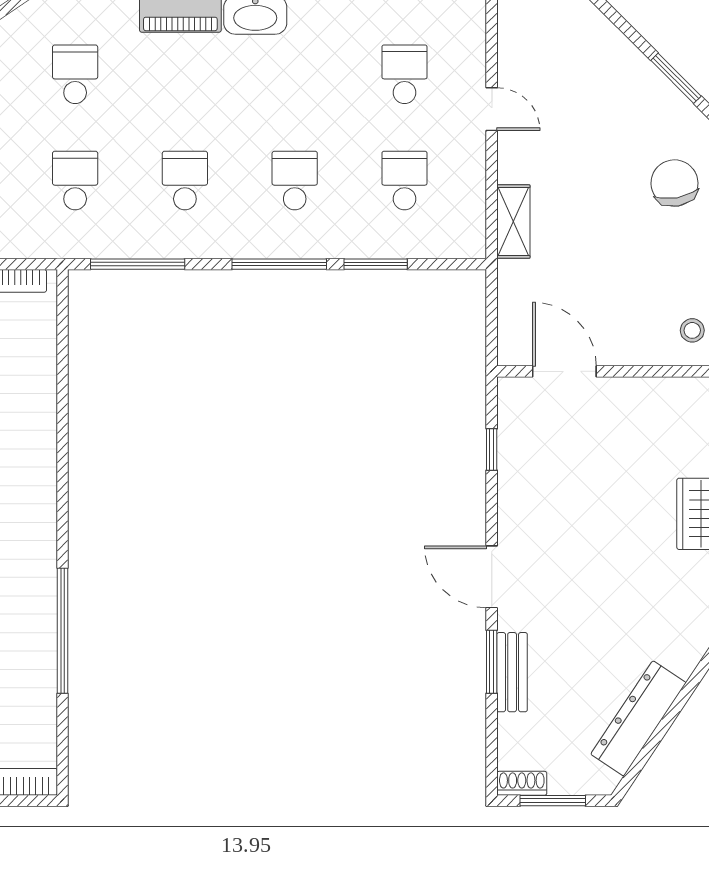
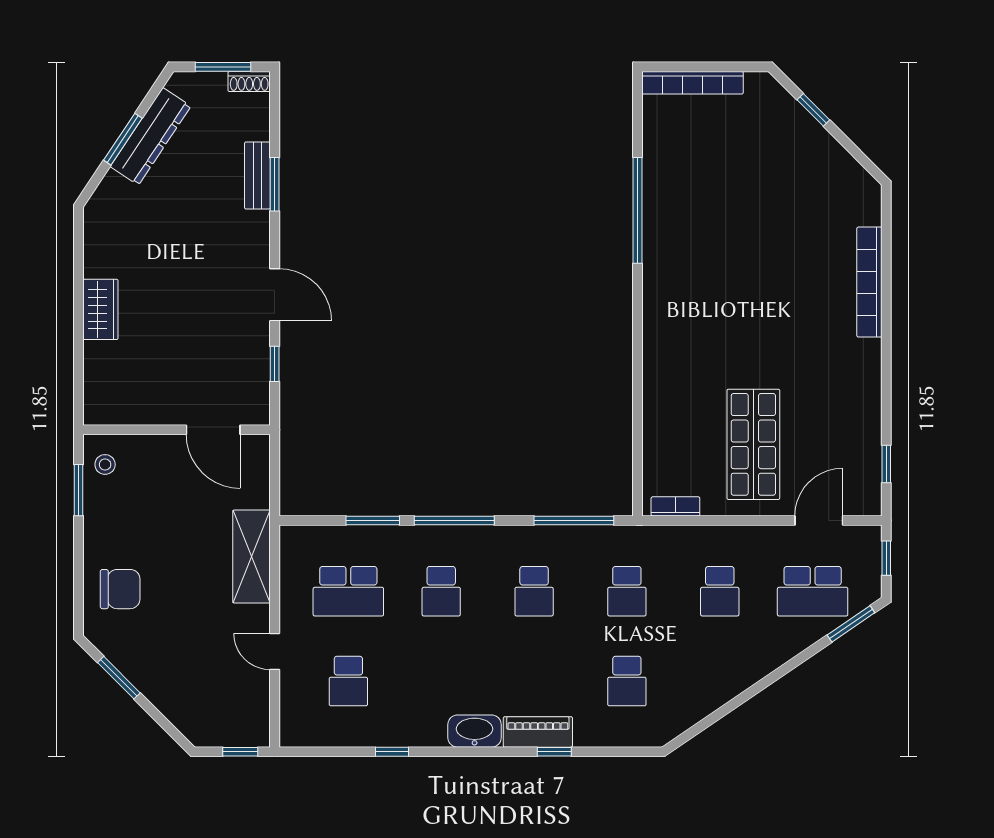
school desk: (404, 181) -> (348, 591), width x1.85
chair: (674, 183) -> (120, 589), turned -80
shelving: (513, 222) -> (252, 557), width x1.50, depth x1.33
door: (492, 577) -> (275, 295), moved
window: (671, 715) -> (123, 139), added

